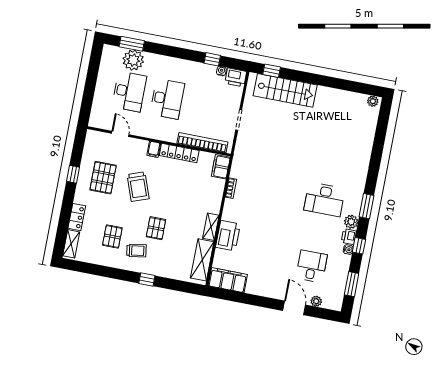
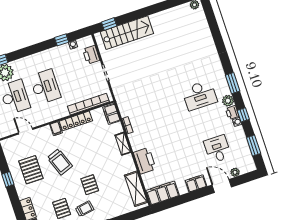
printer: (236, 77) -> (91, 55), moved, turned 90
shelving: (211, 227) -> (123, 144), moved
filing cabinet: (269, 290) -> (196, 183), added

